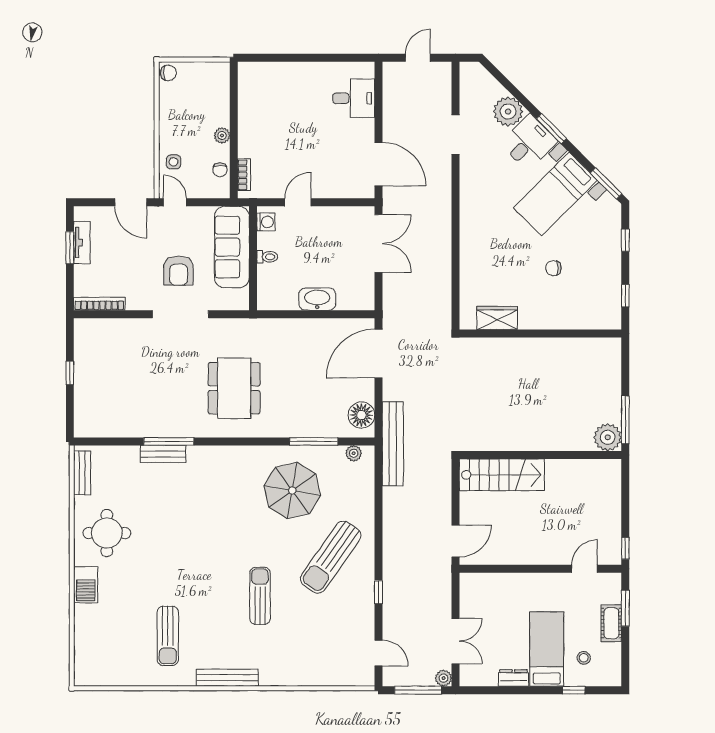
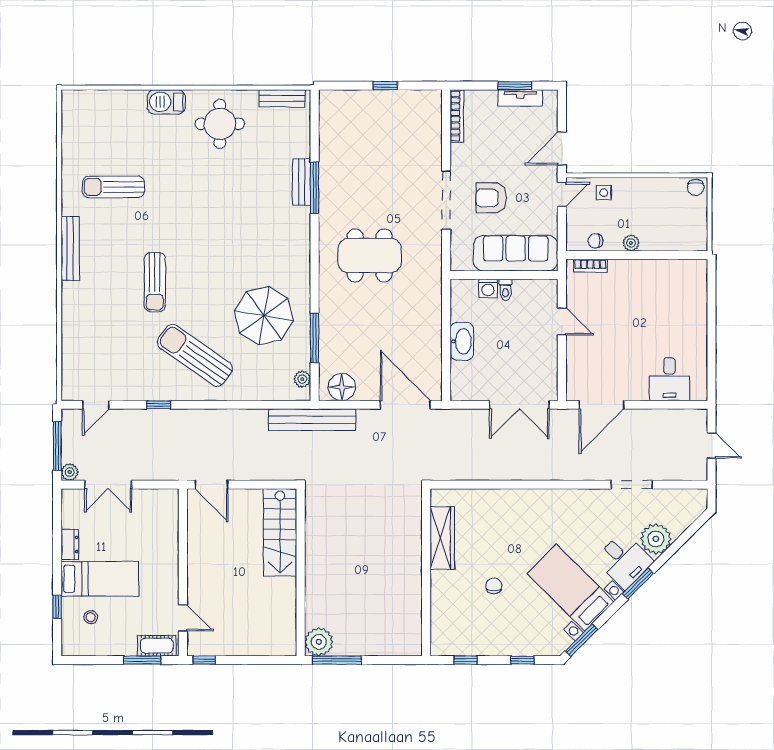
washing machine: (266, 222) -> (488, 288), moved
wardrobe: (497, 318) -> (442, 538), width x1.50
sun lounger: (260, 596) -> (155, 282), turned 90
cot: (611, 623) -> (157, 646), moved

